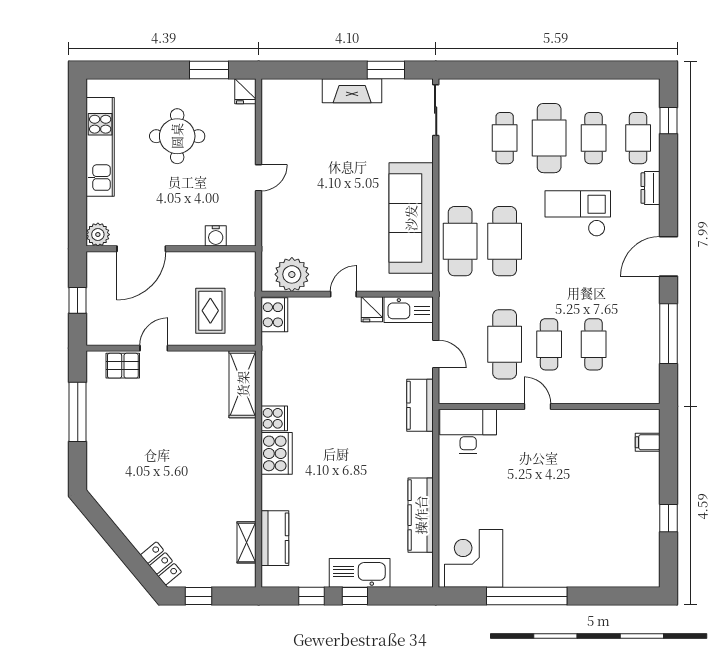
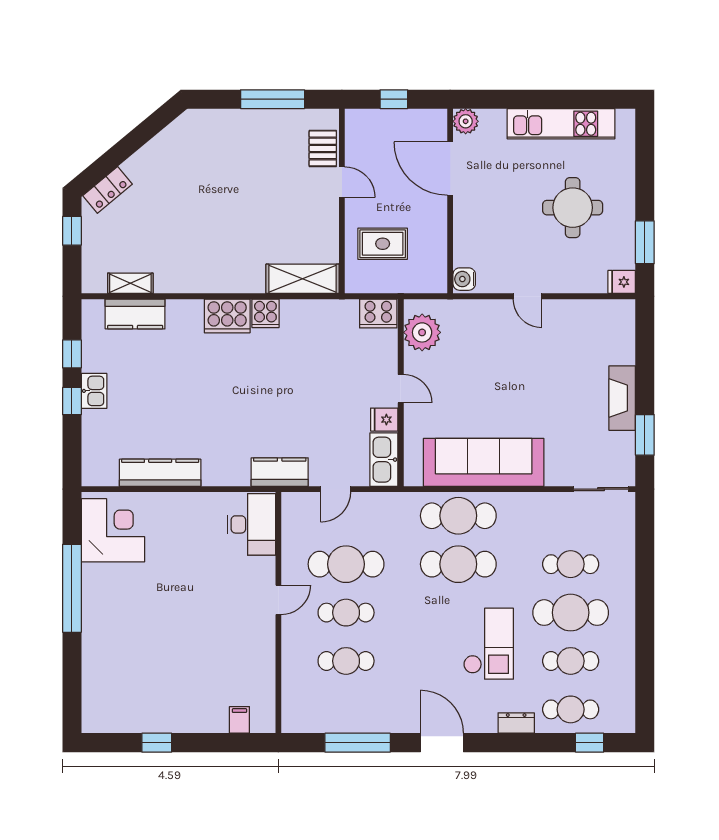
water cooler: (216, 236) -> (464, 279), moved
kitchen sink: (360, 573) -> (94, 391), width x0.53, depth x0.81

